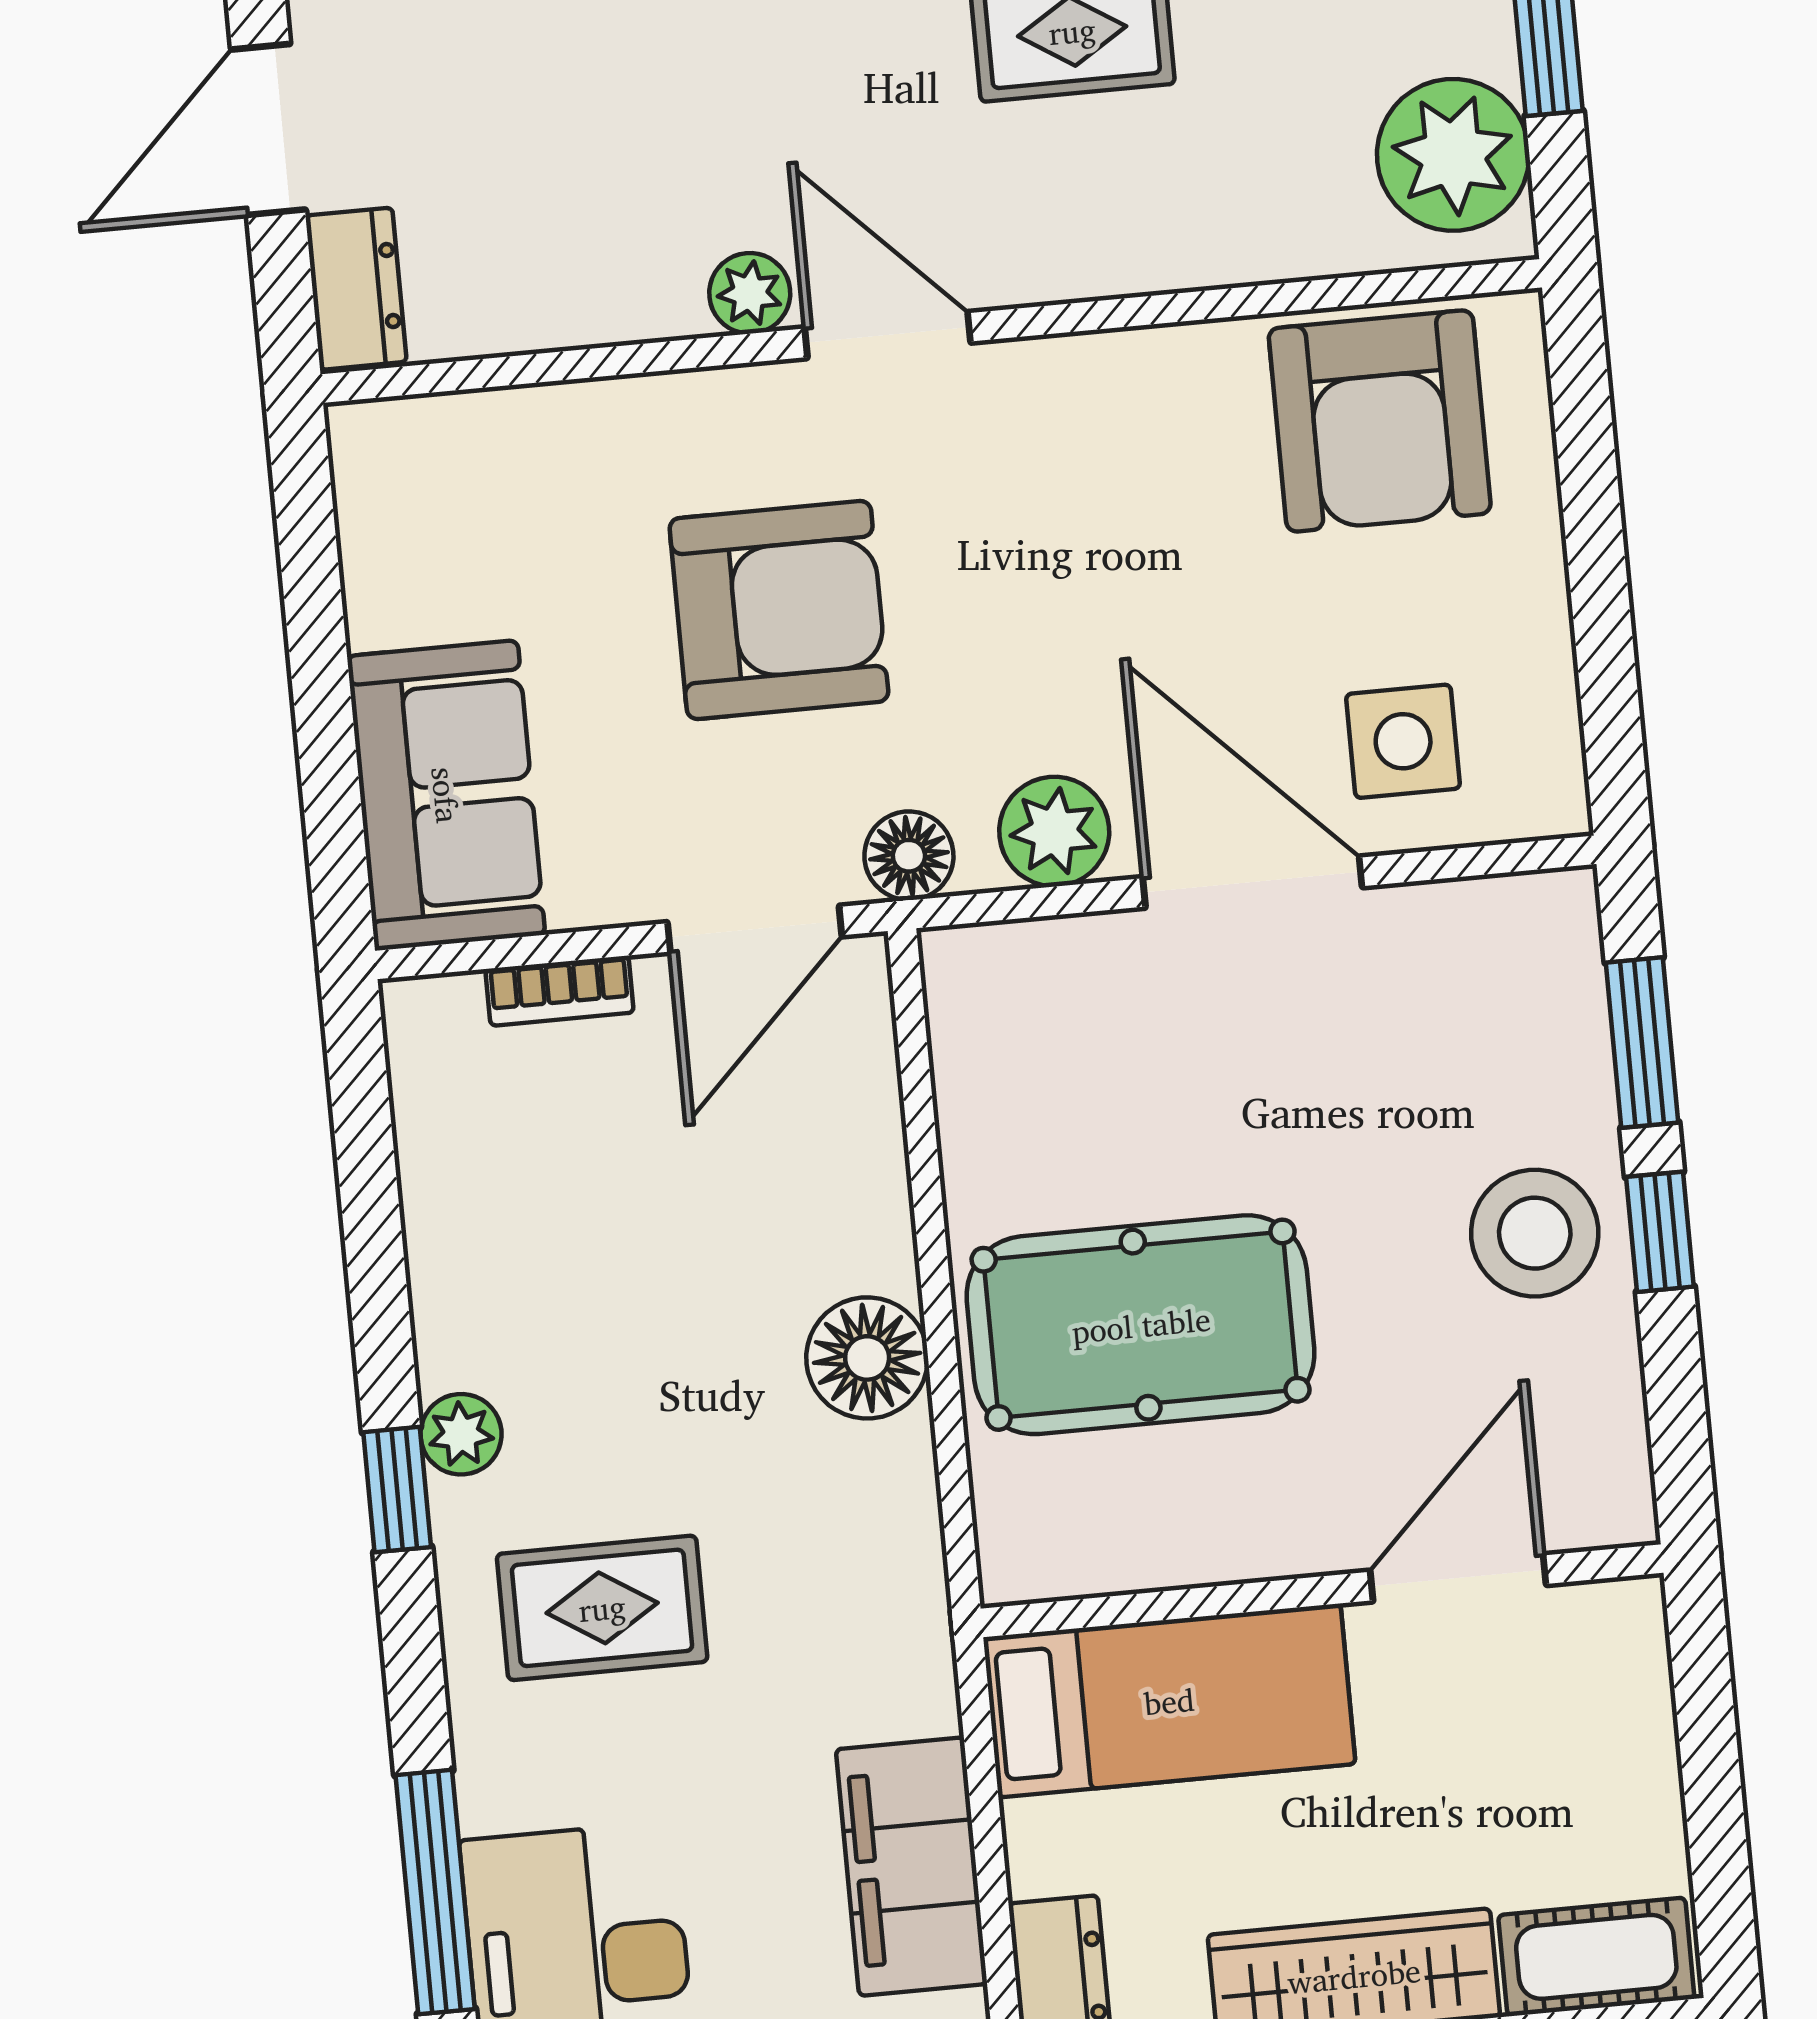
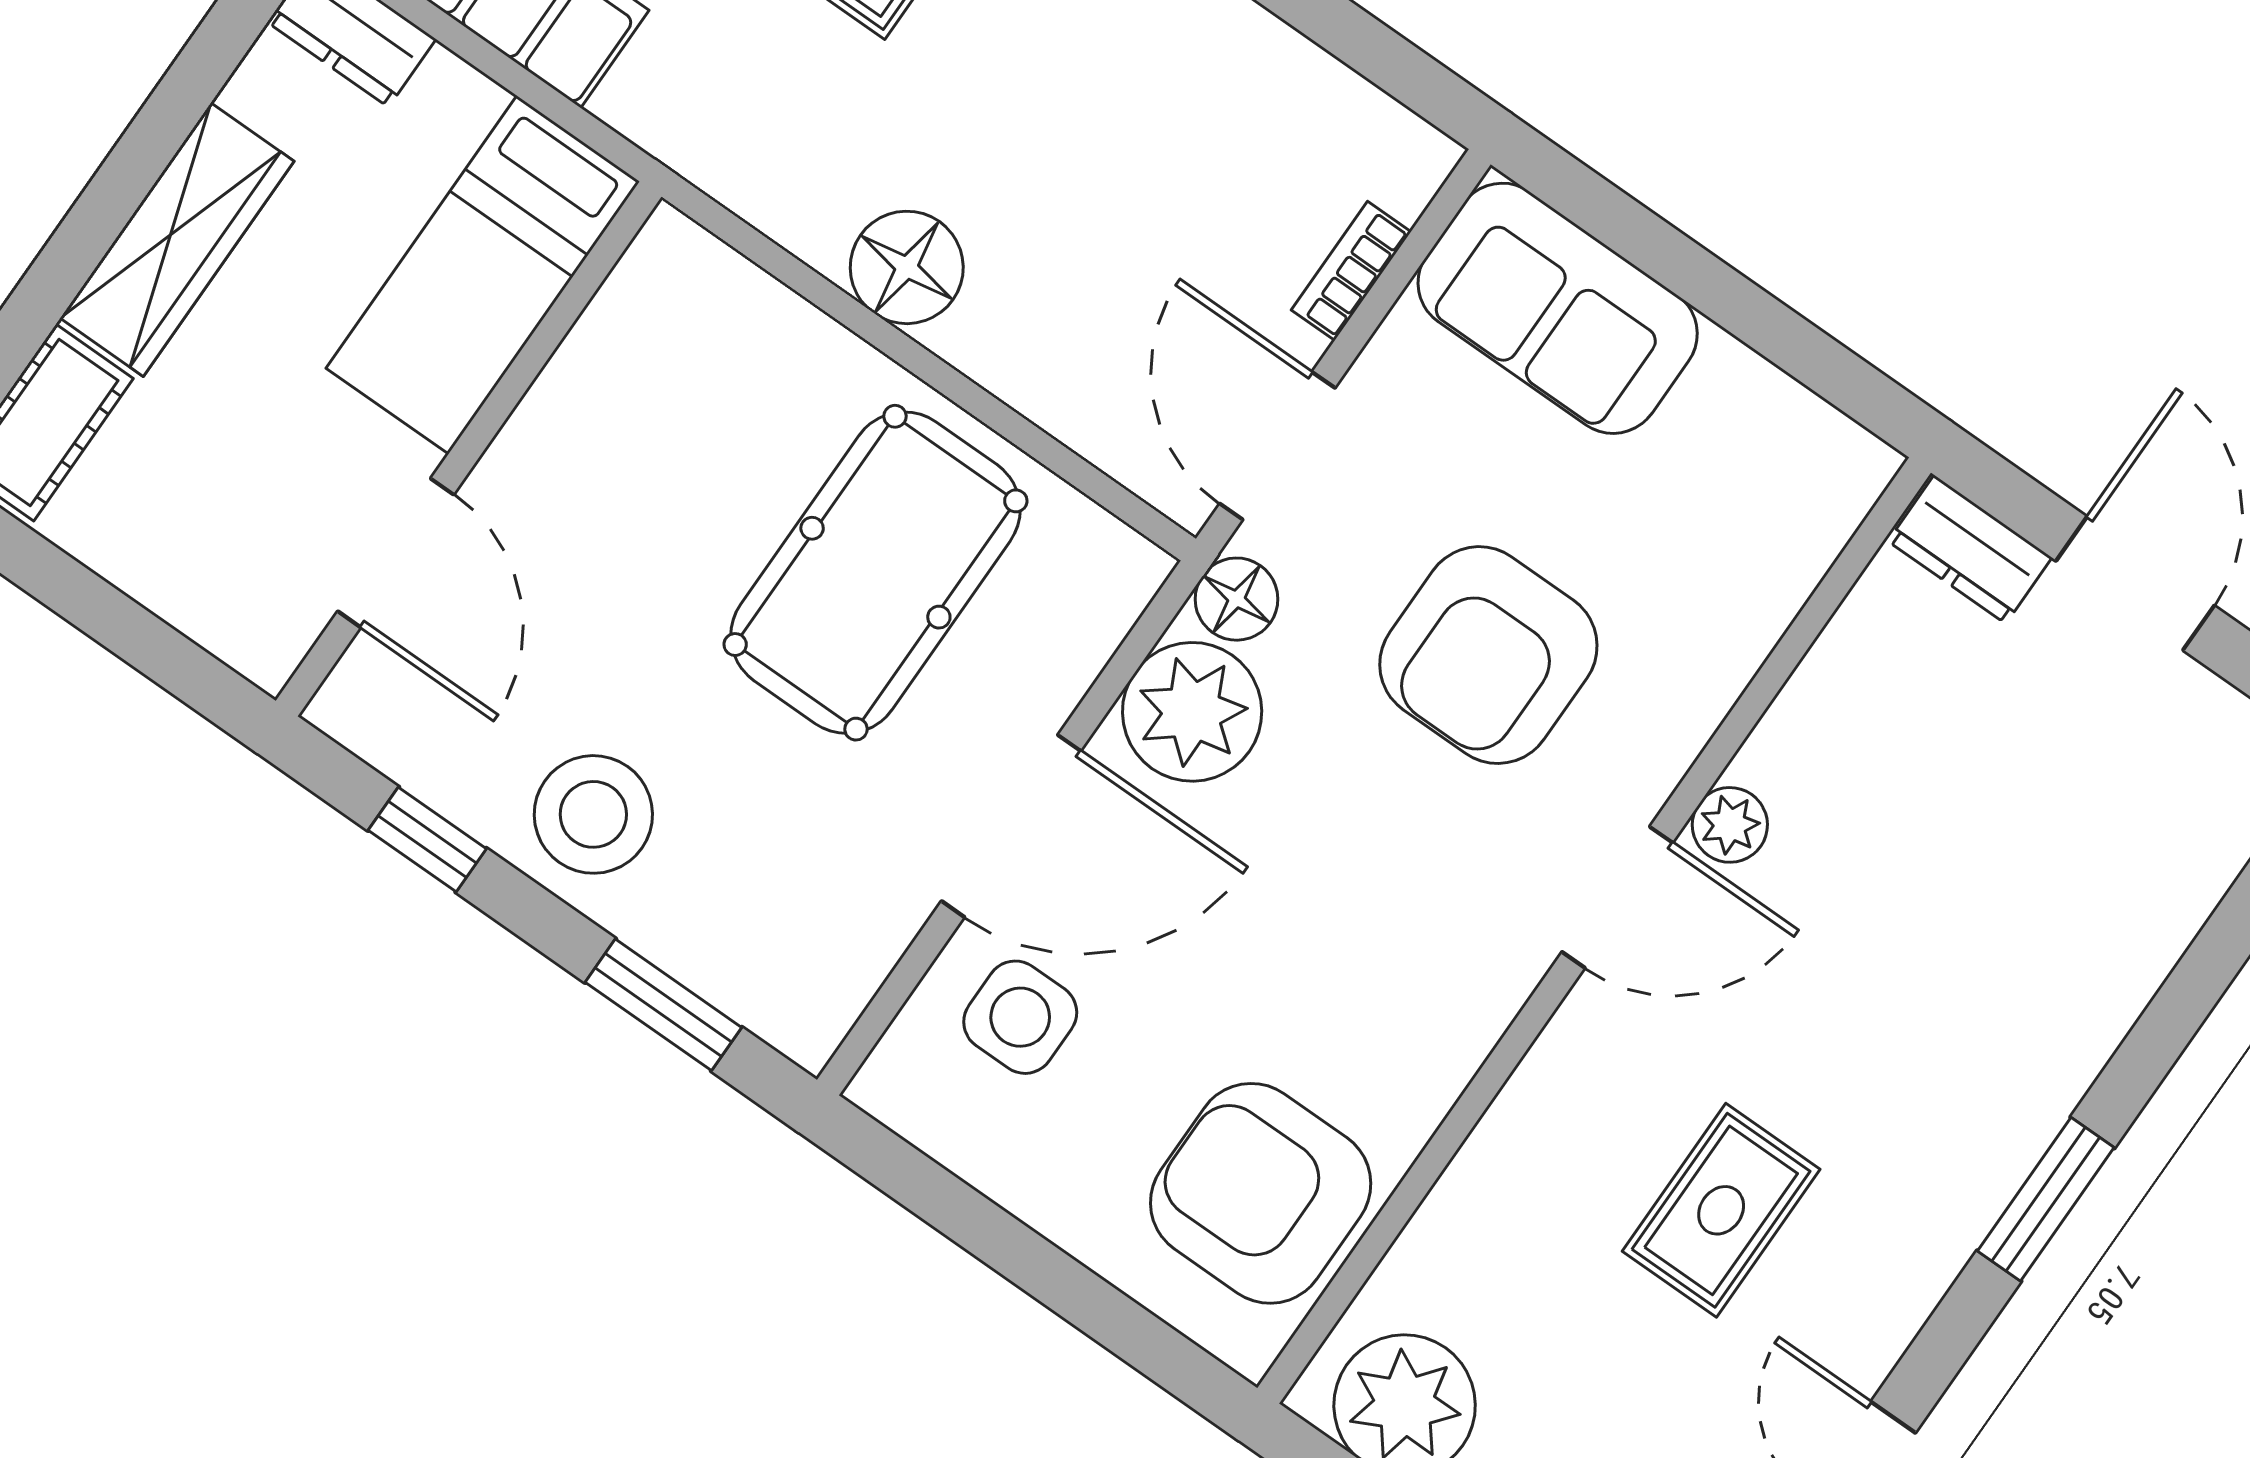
plant: (1054, 831) -> (1192, 712), width x1.36, depth x1.36
window: (1660, 1232) -> (427, 839), moved
pool table: (1141, 1325) -> (875, 573), moved

